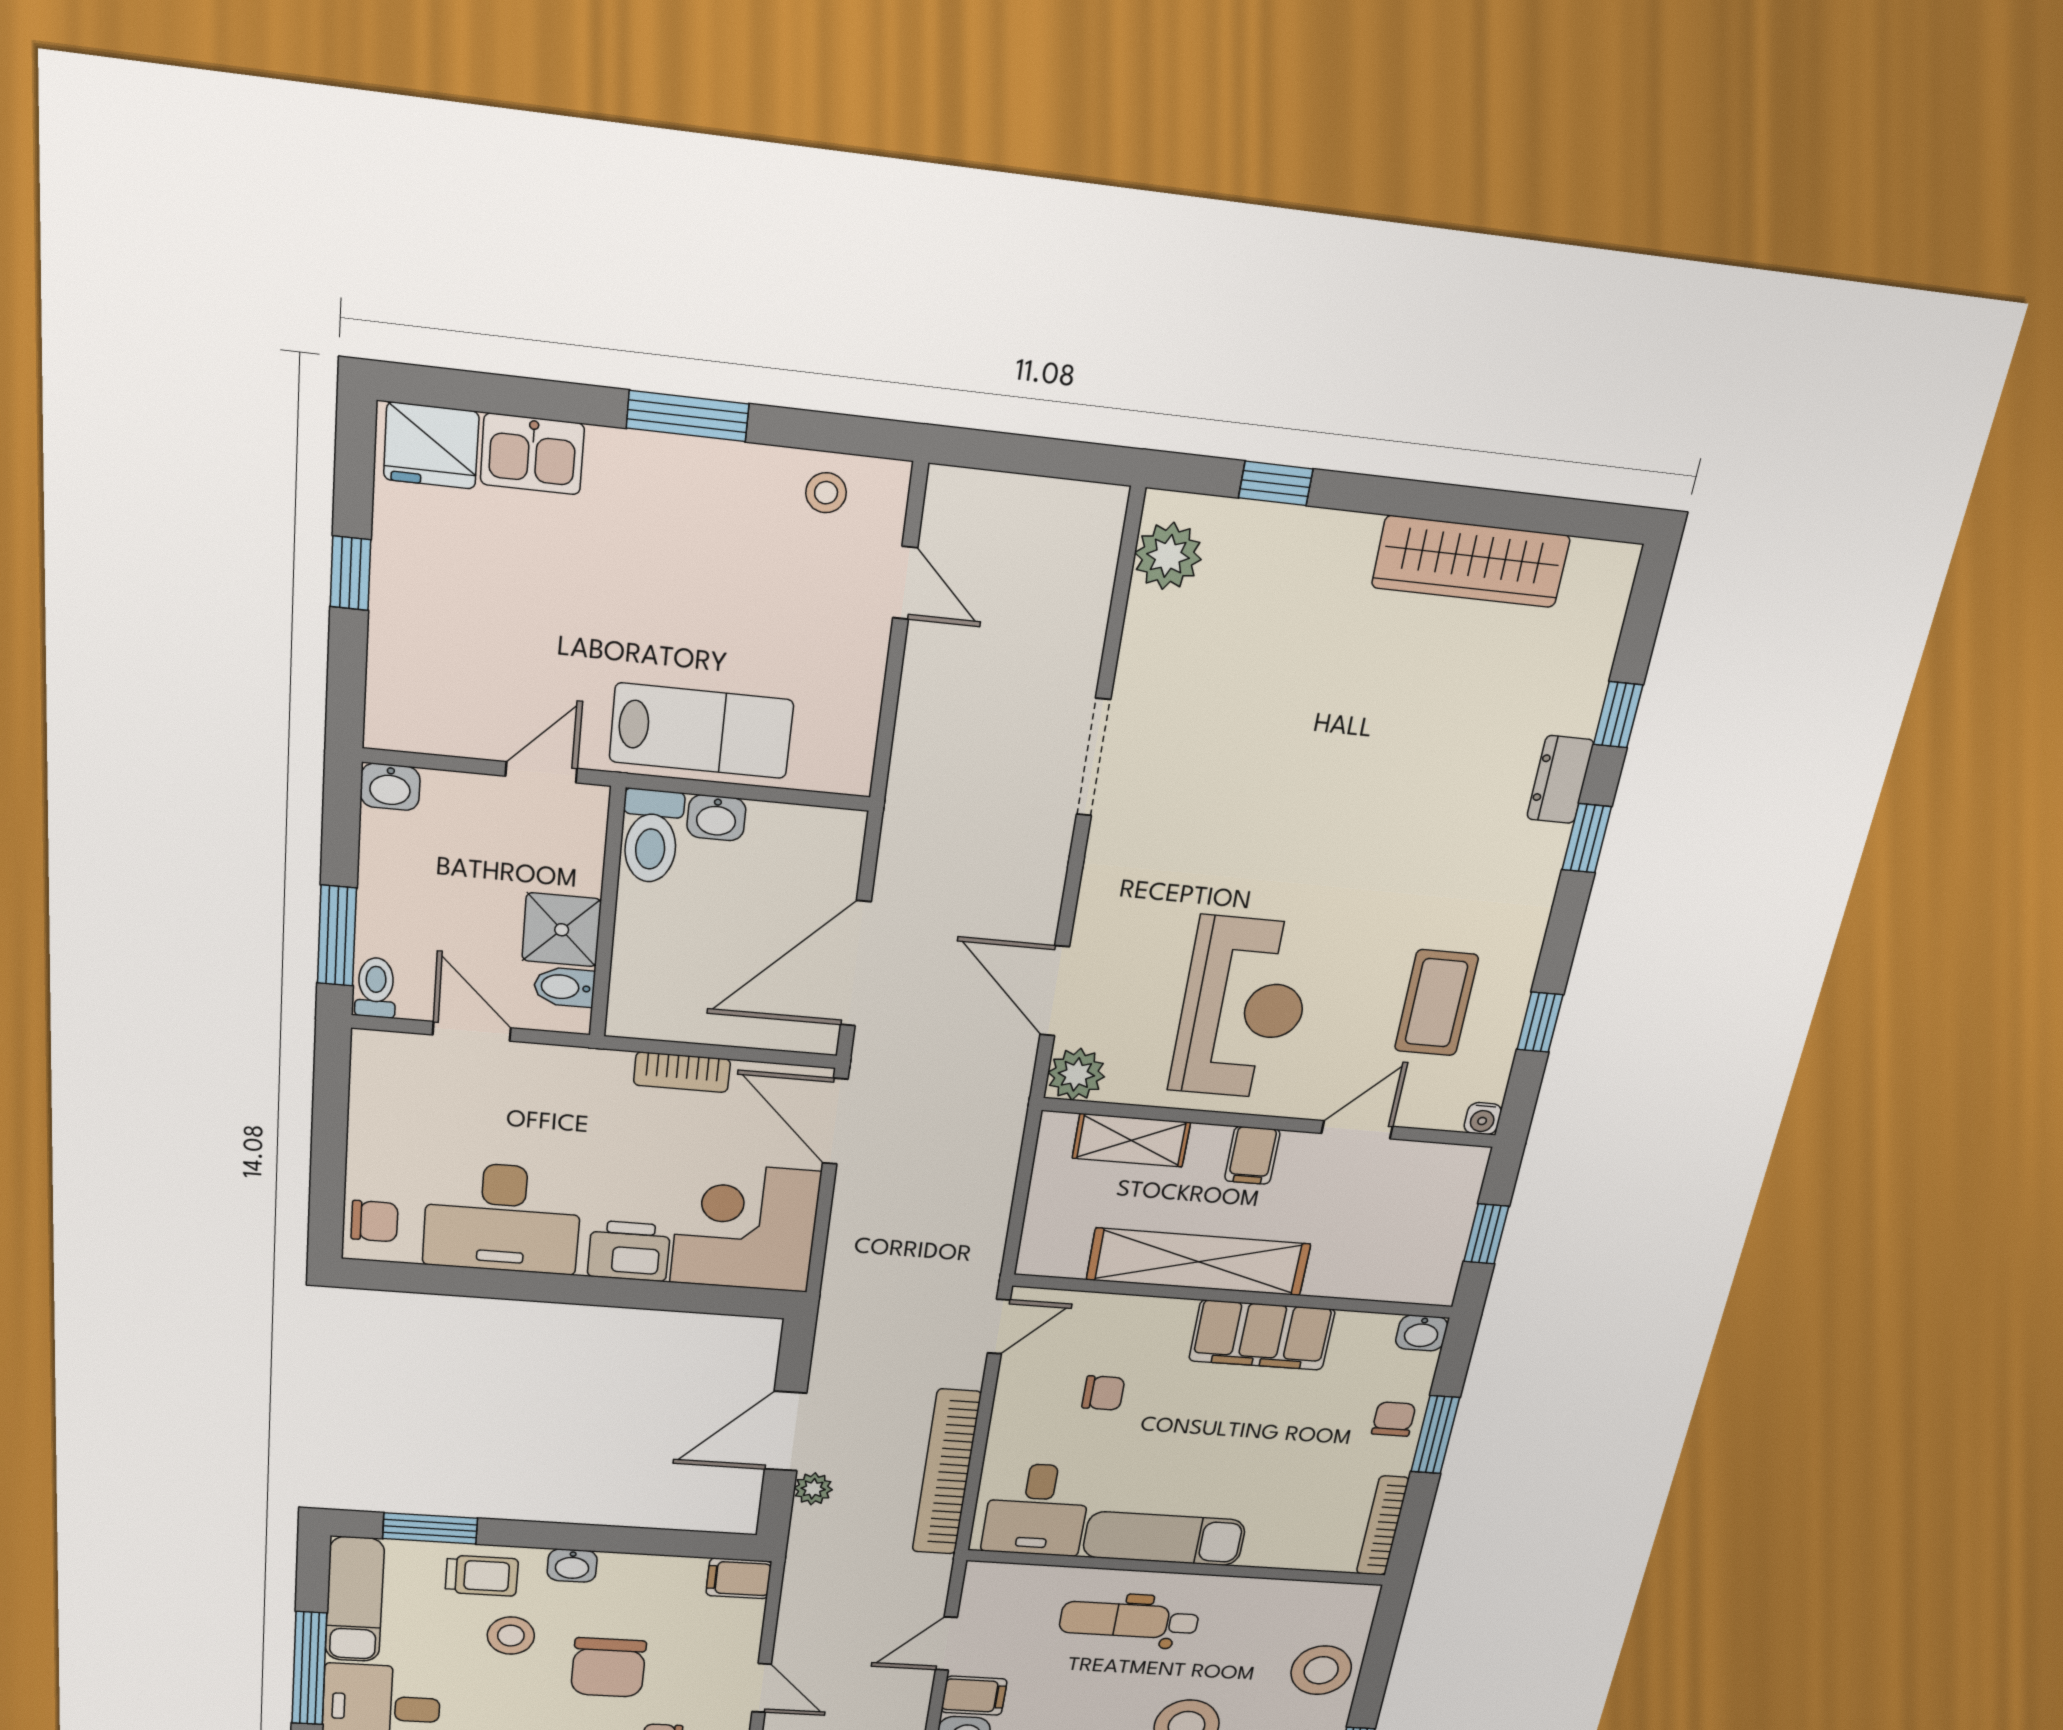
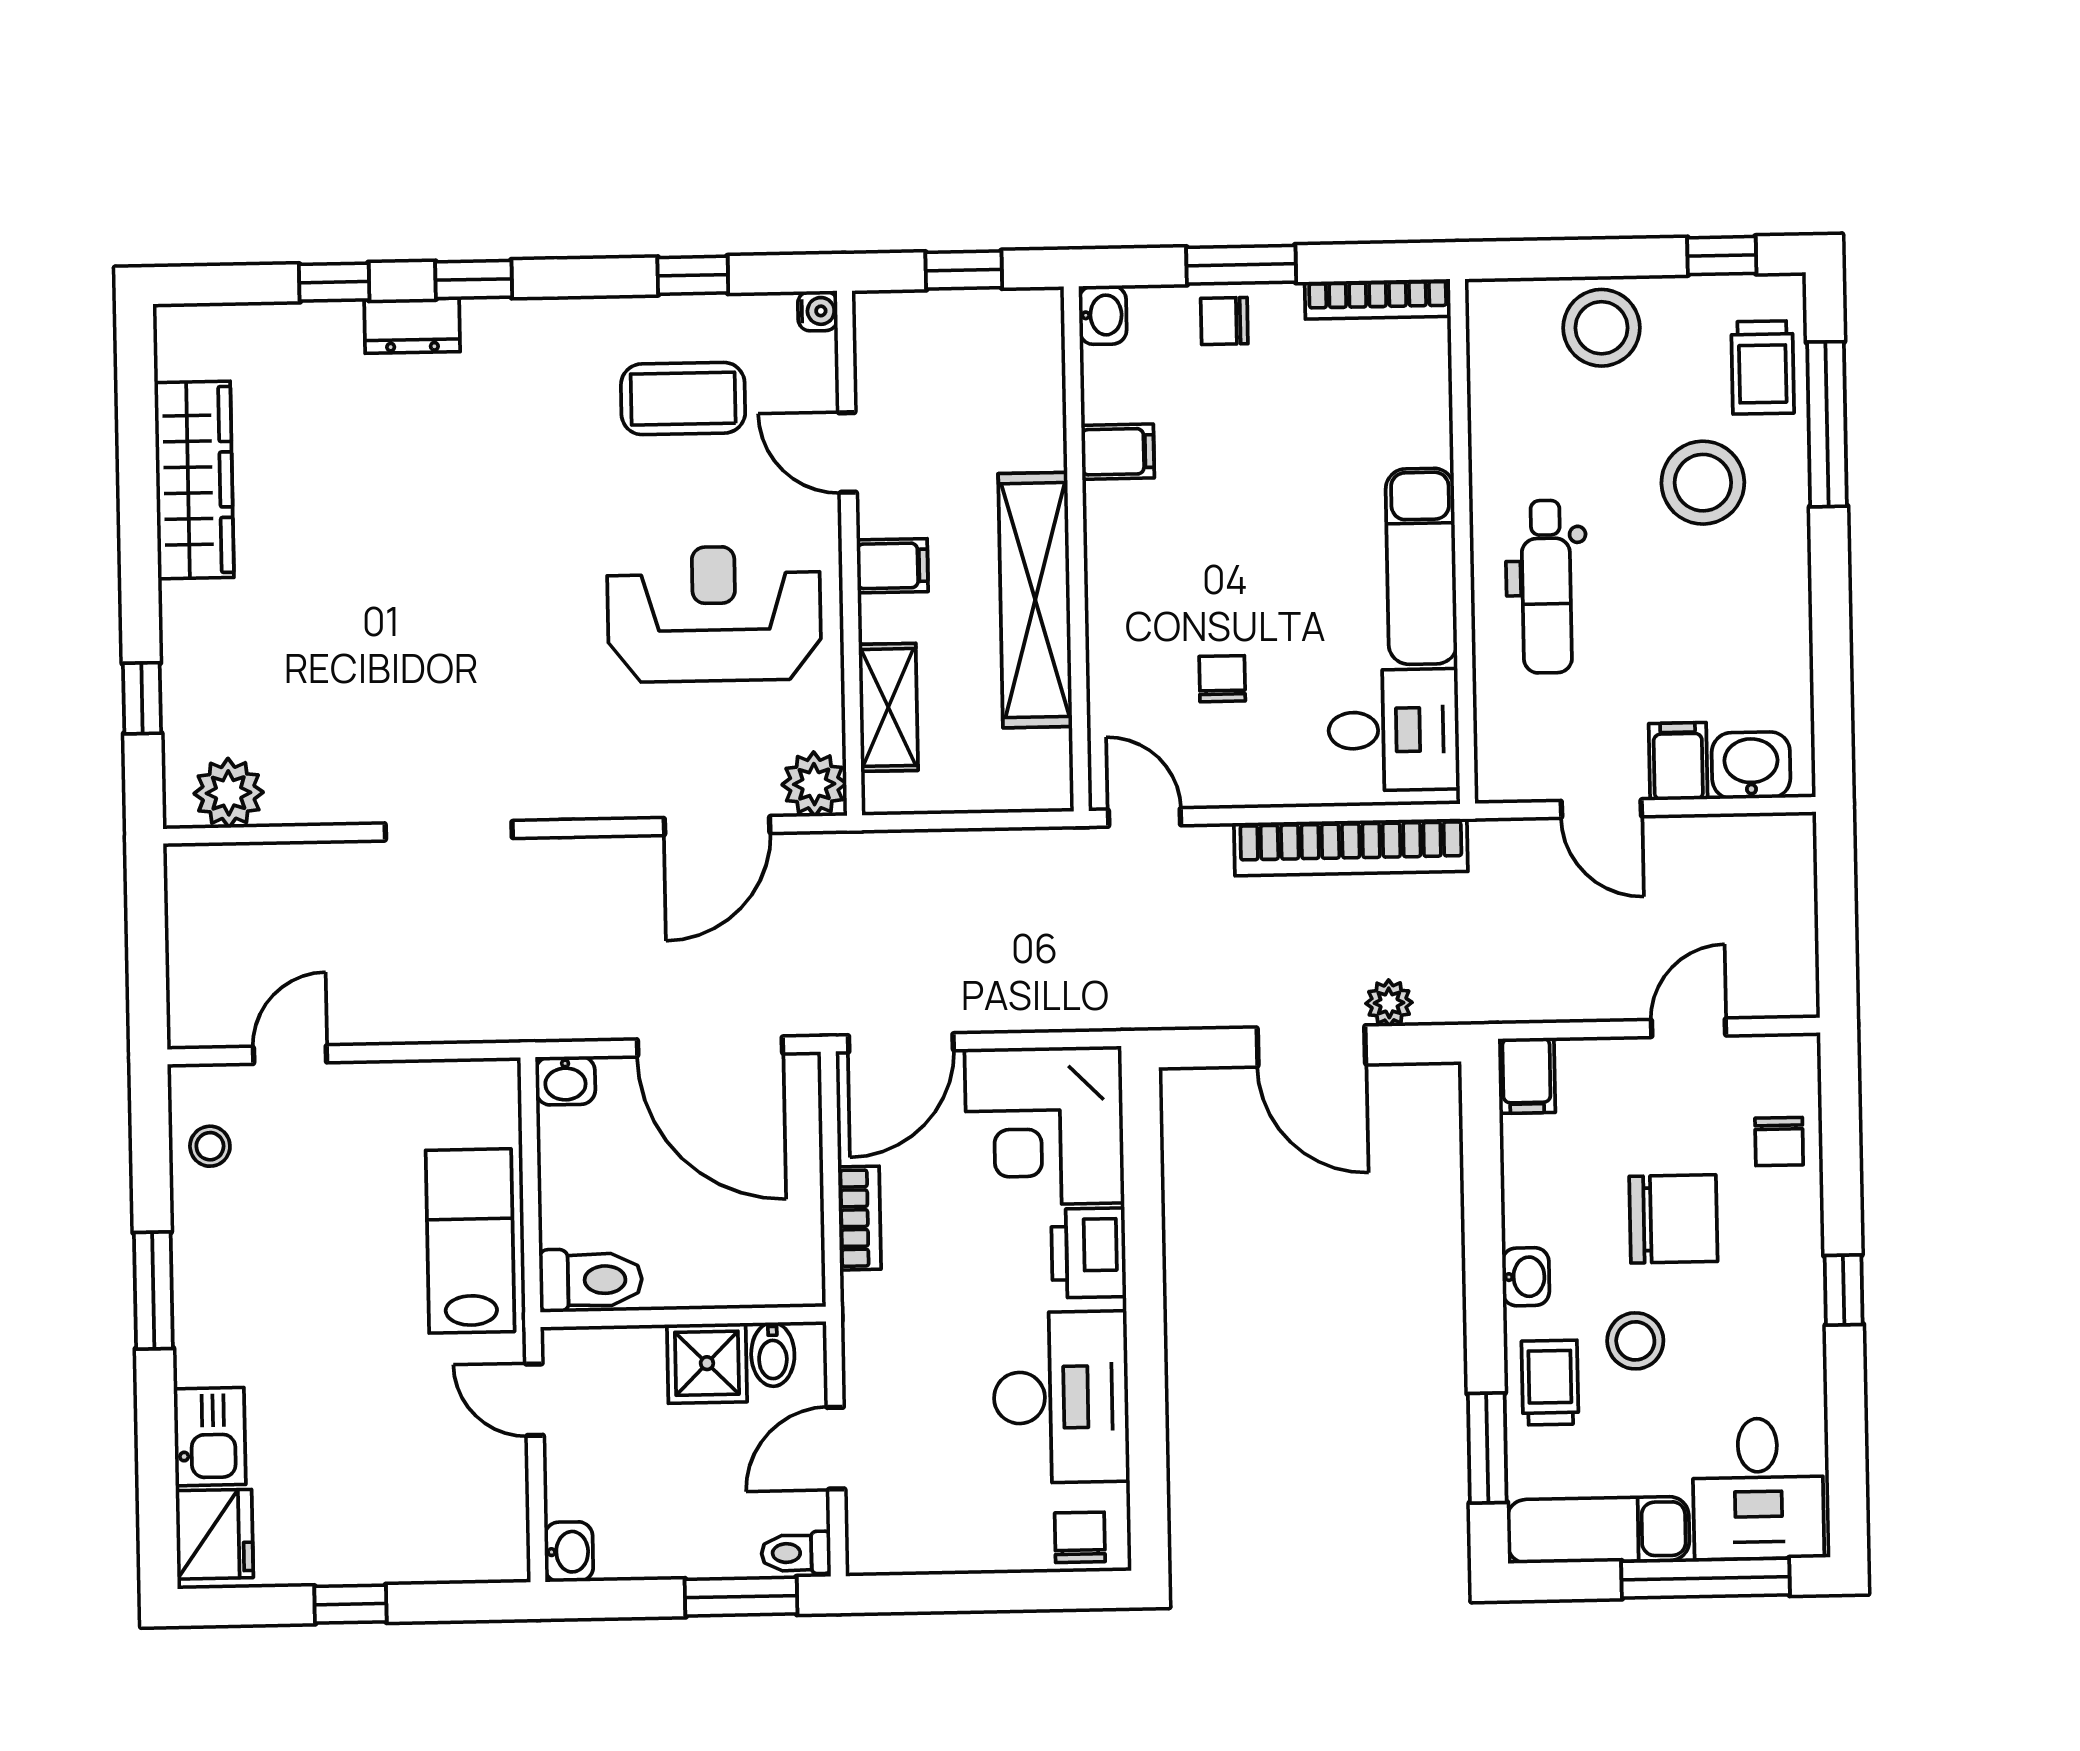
washbasin: (716, 818) -> (565, 1081), moved, turned 90
filing cabinet: (1262, 1335) -> (1118, 452), width x0.33, depth x0.86

